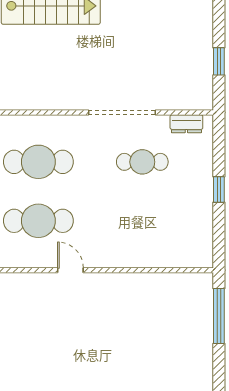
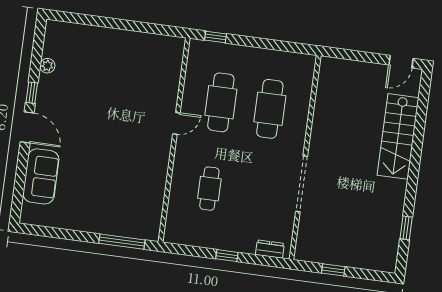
dresser: (186, 124) -> (270, 249), moved, turned 90
cafe table: (142, 162) -> (209, 189), moved

